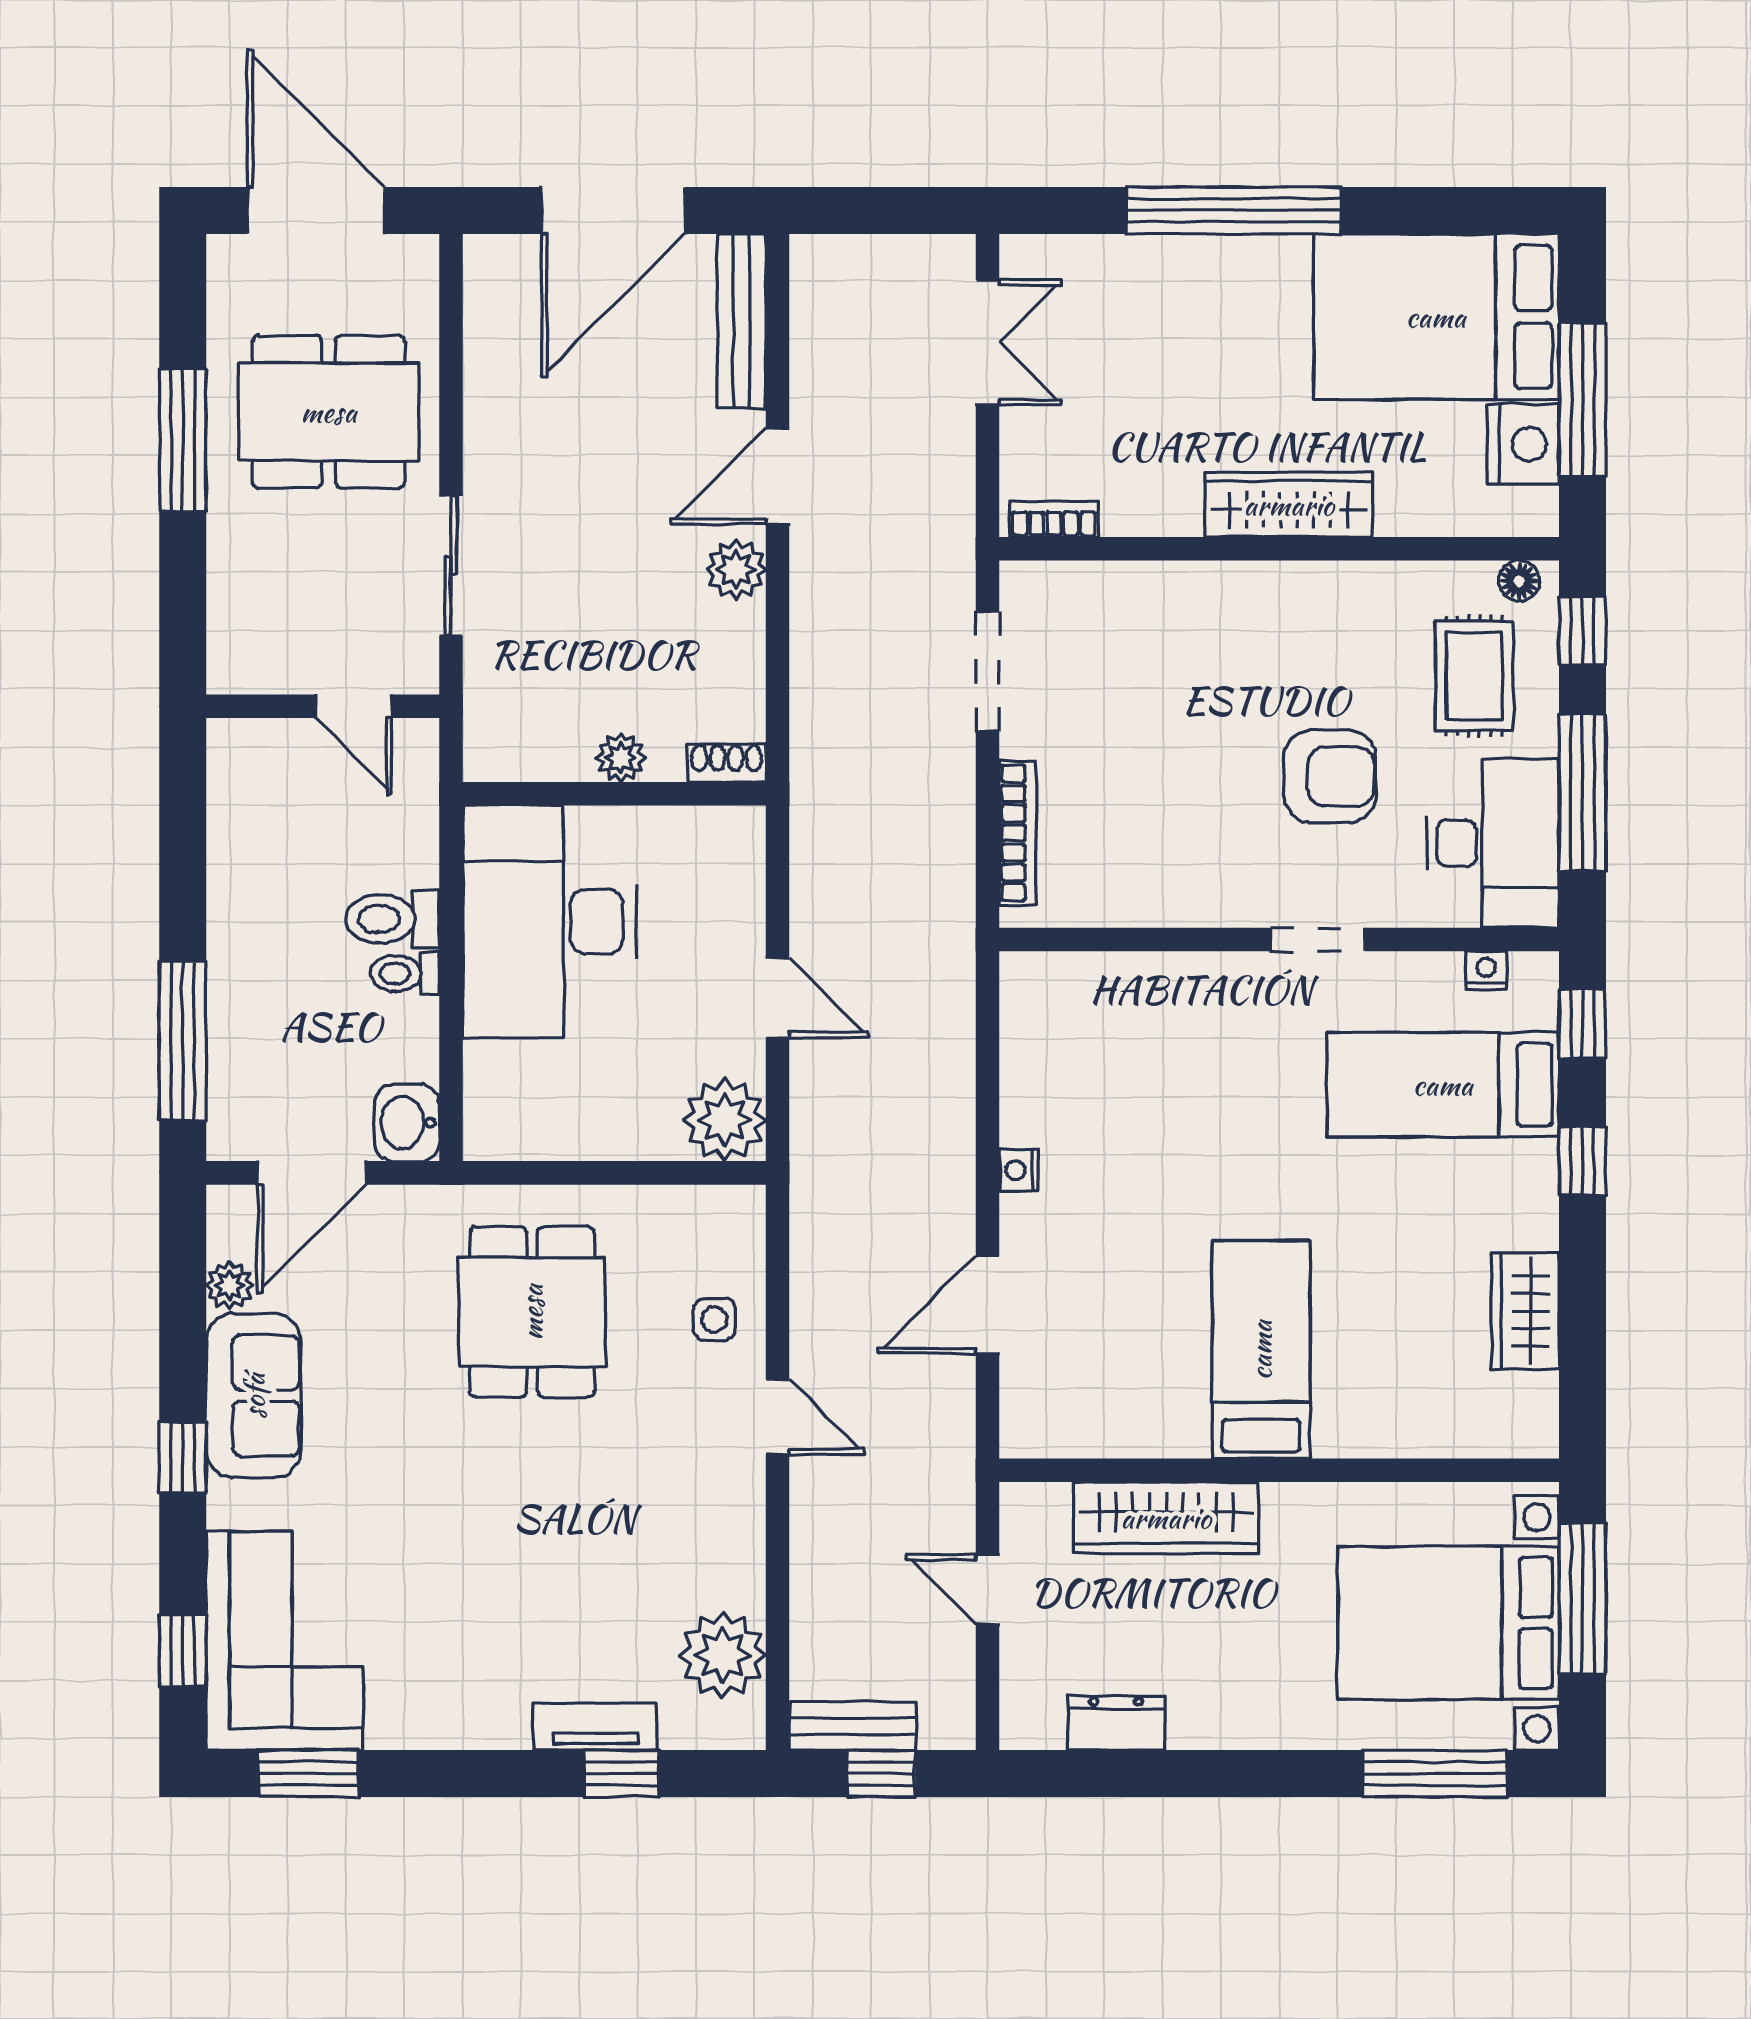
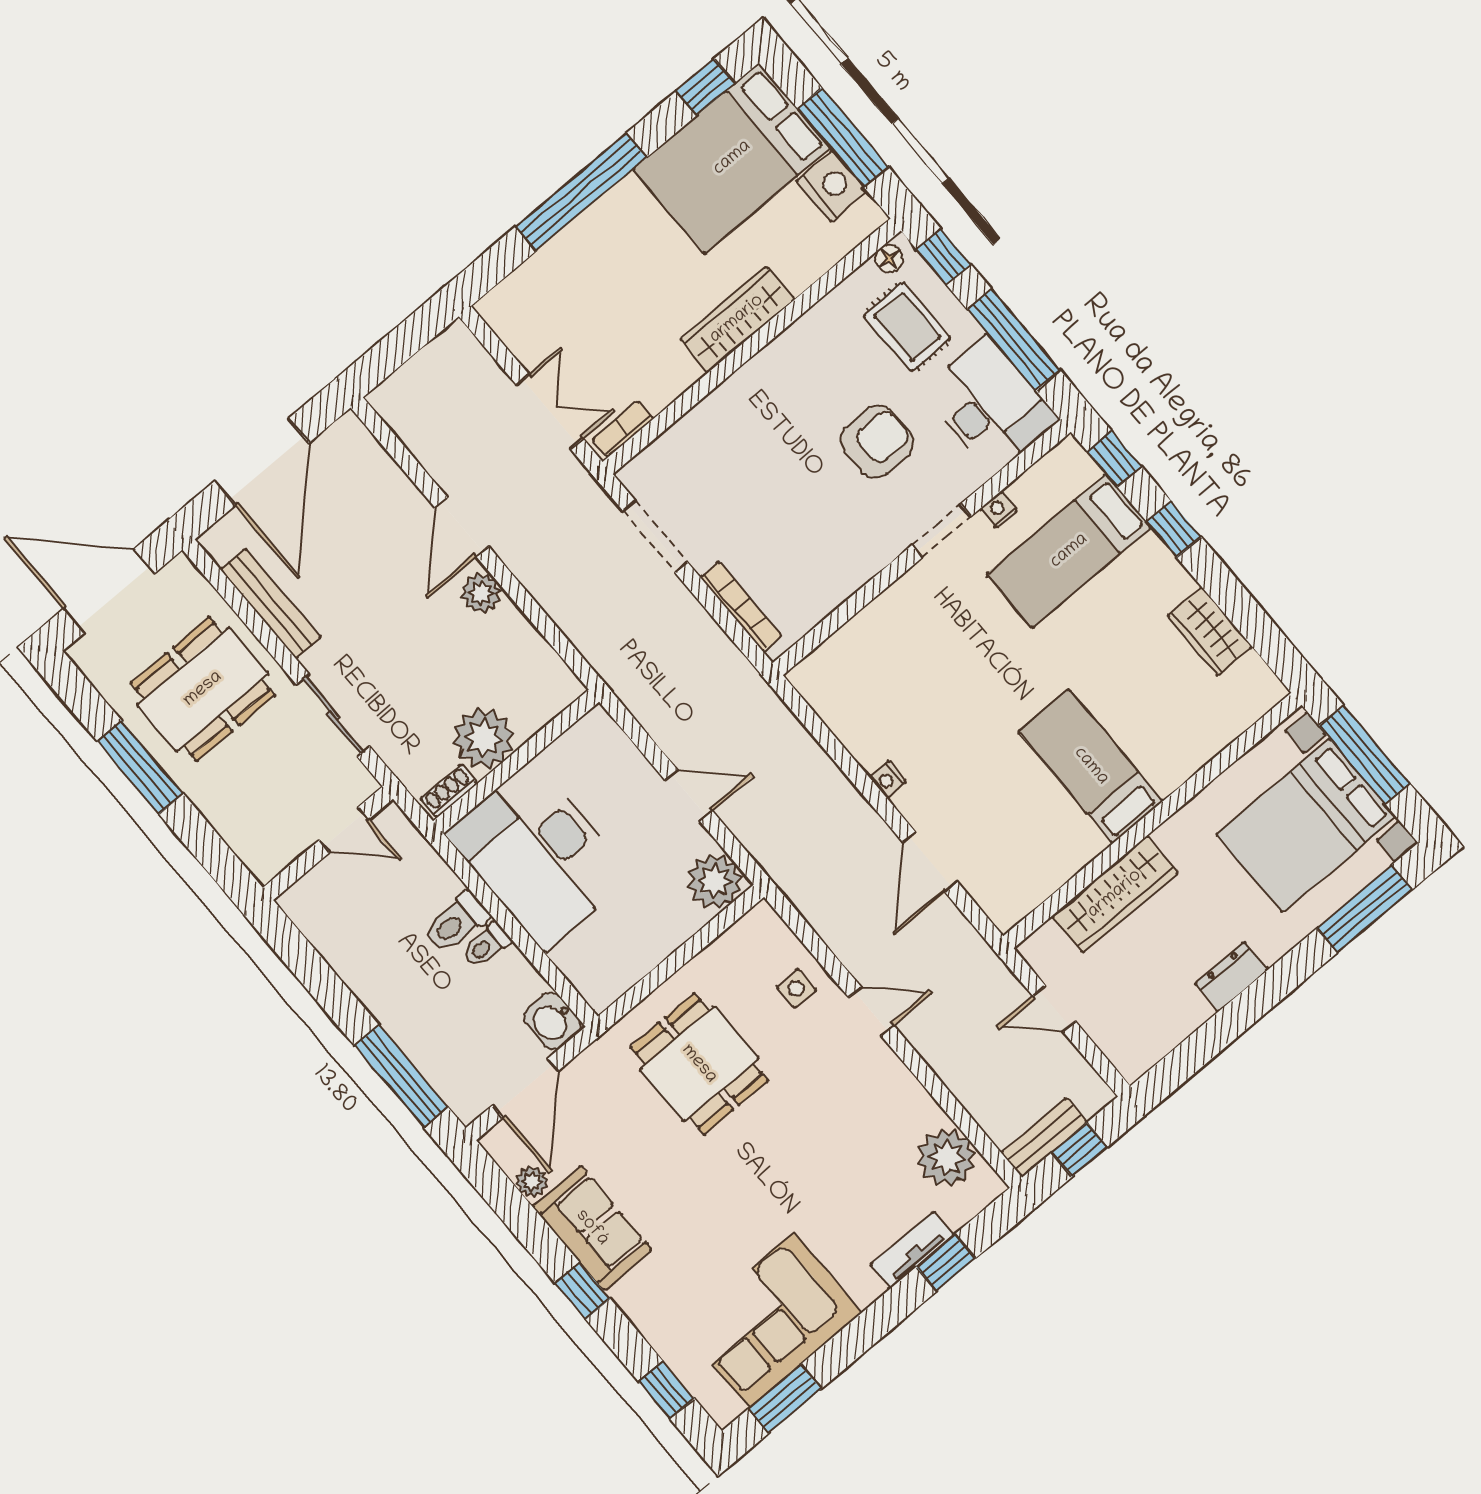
window: (1475, 211) -> (705, 87), added
bench: (742, 321) -> (270, 604), moved
double door: (988, 342) -> (550, 412), moved
plant: (621, 758) -> (484, 738), width x1.87, depth x1.87
shoe rack: (727, 763) -> (449, 791), moved
nightstand: (1486, 970) -> (999, 510), moved
corner sofa: (284, 1641) -> (772, 1320), moved, turned -90
dresser: (1116, 1723) -> (1232, 977), moved

